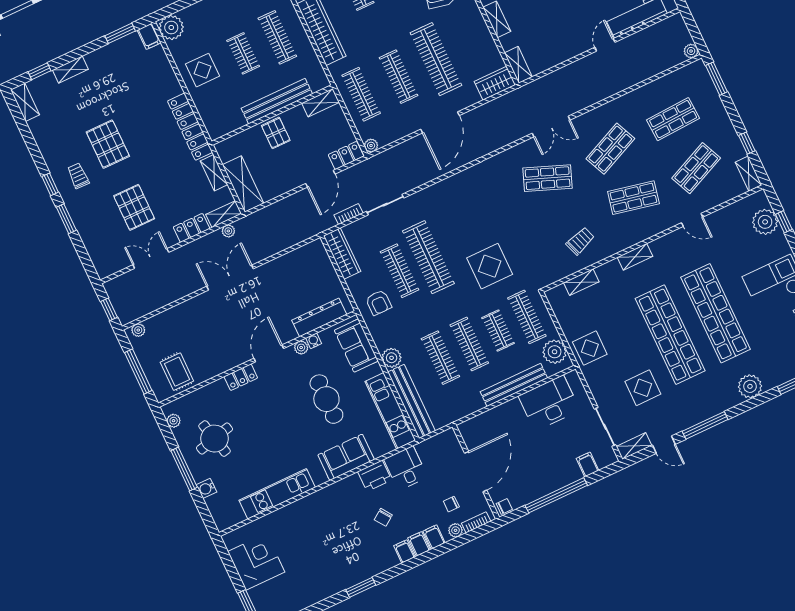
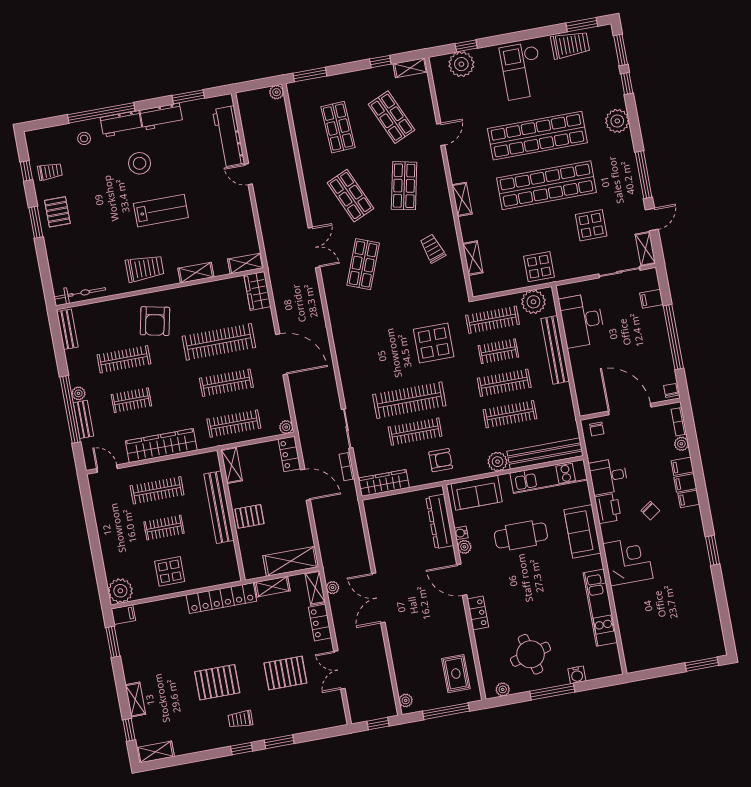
rug: (177, 372) -> (456, 674), turned 90
chair: (451, 504) -> (597, 429), moved
corner desk: (256, 562) -> (628, 561), moved, turned 90

